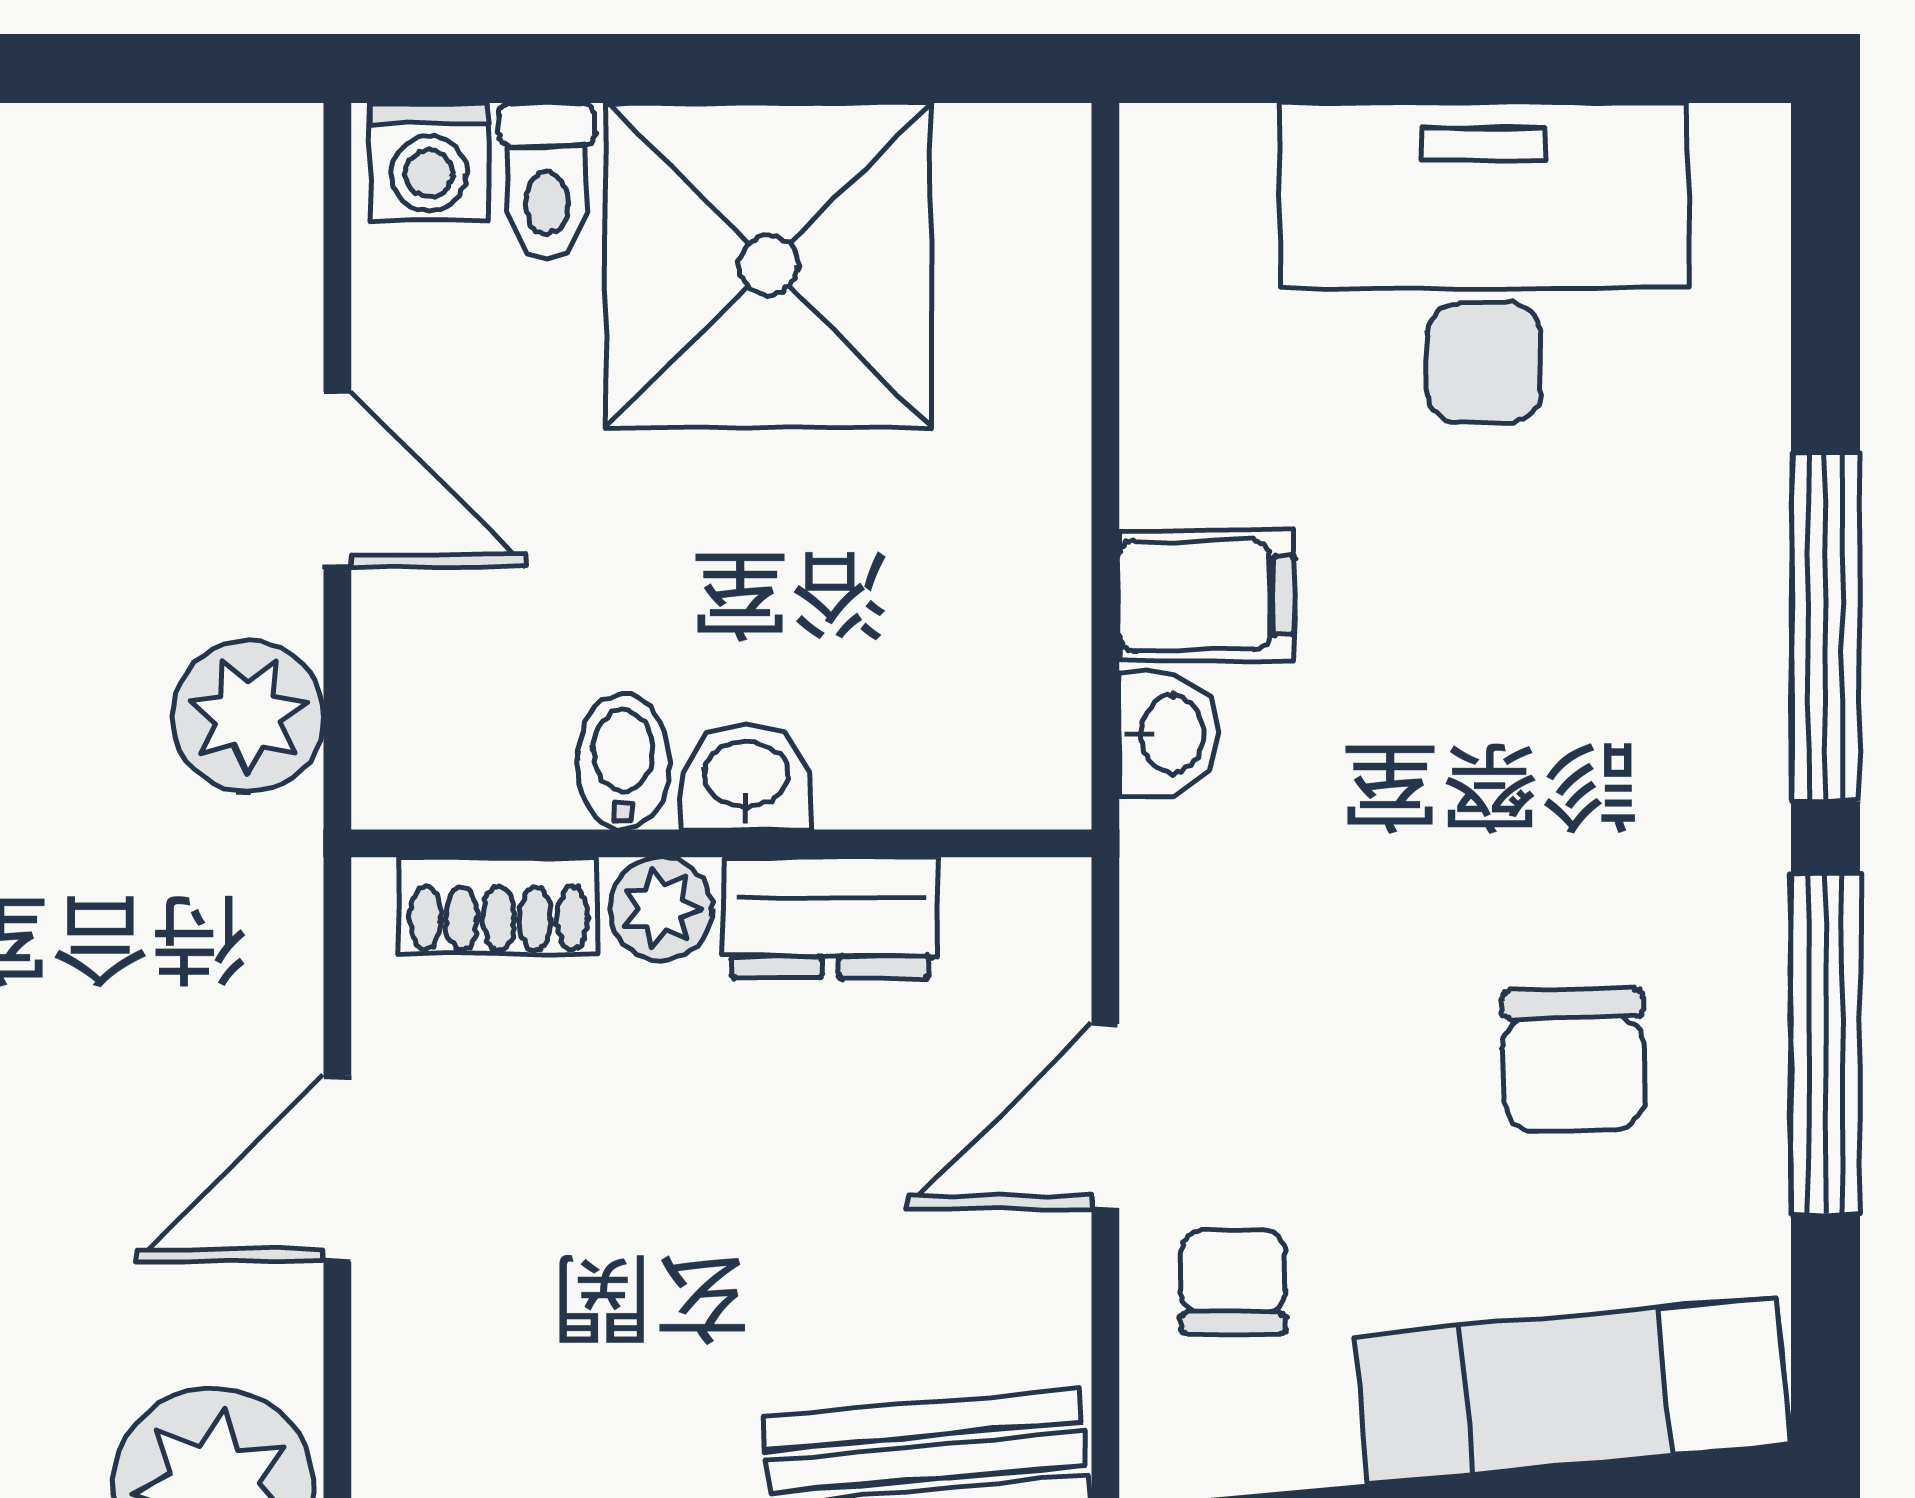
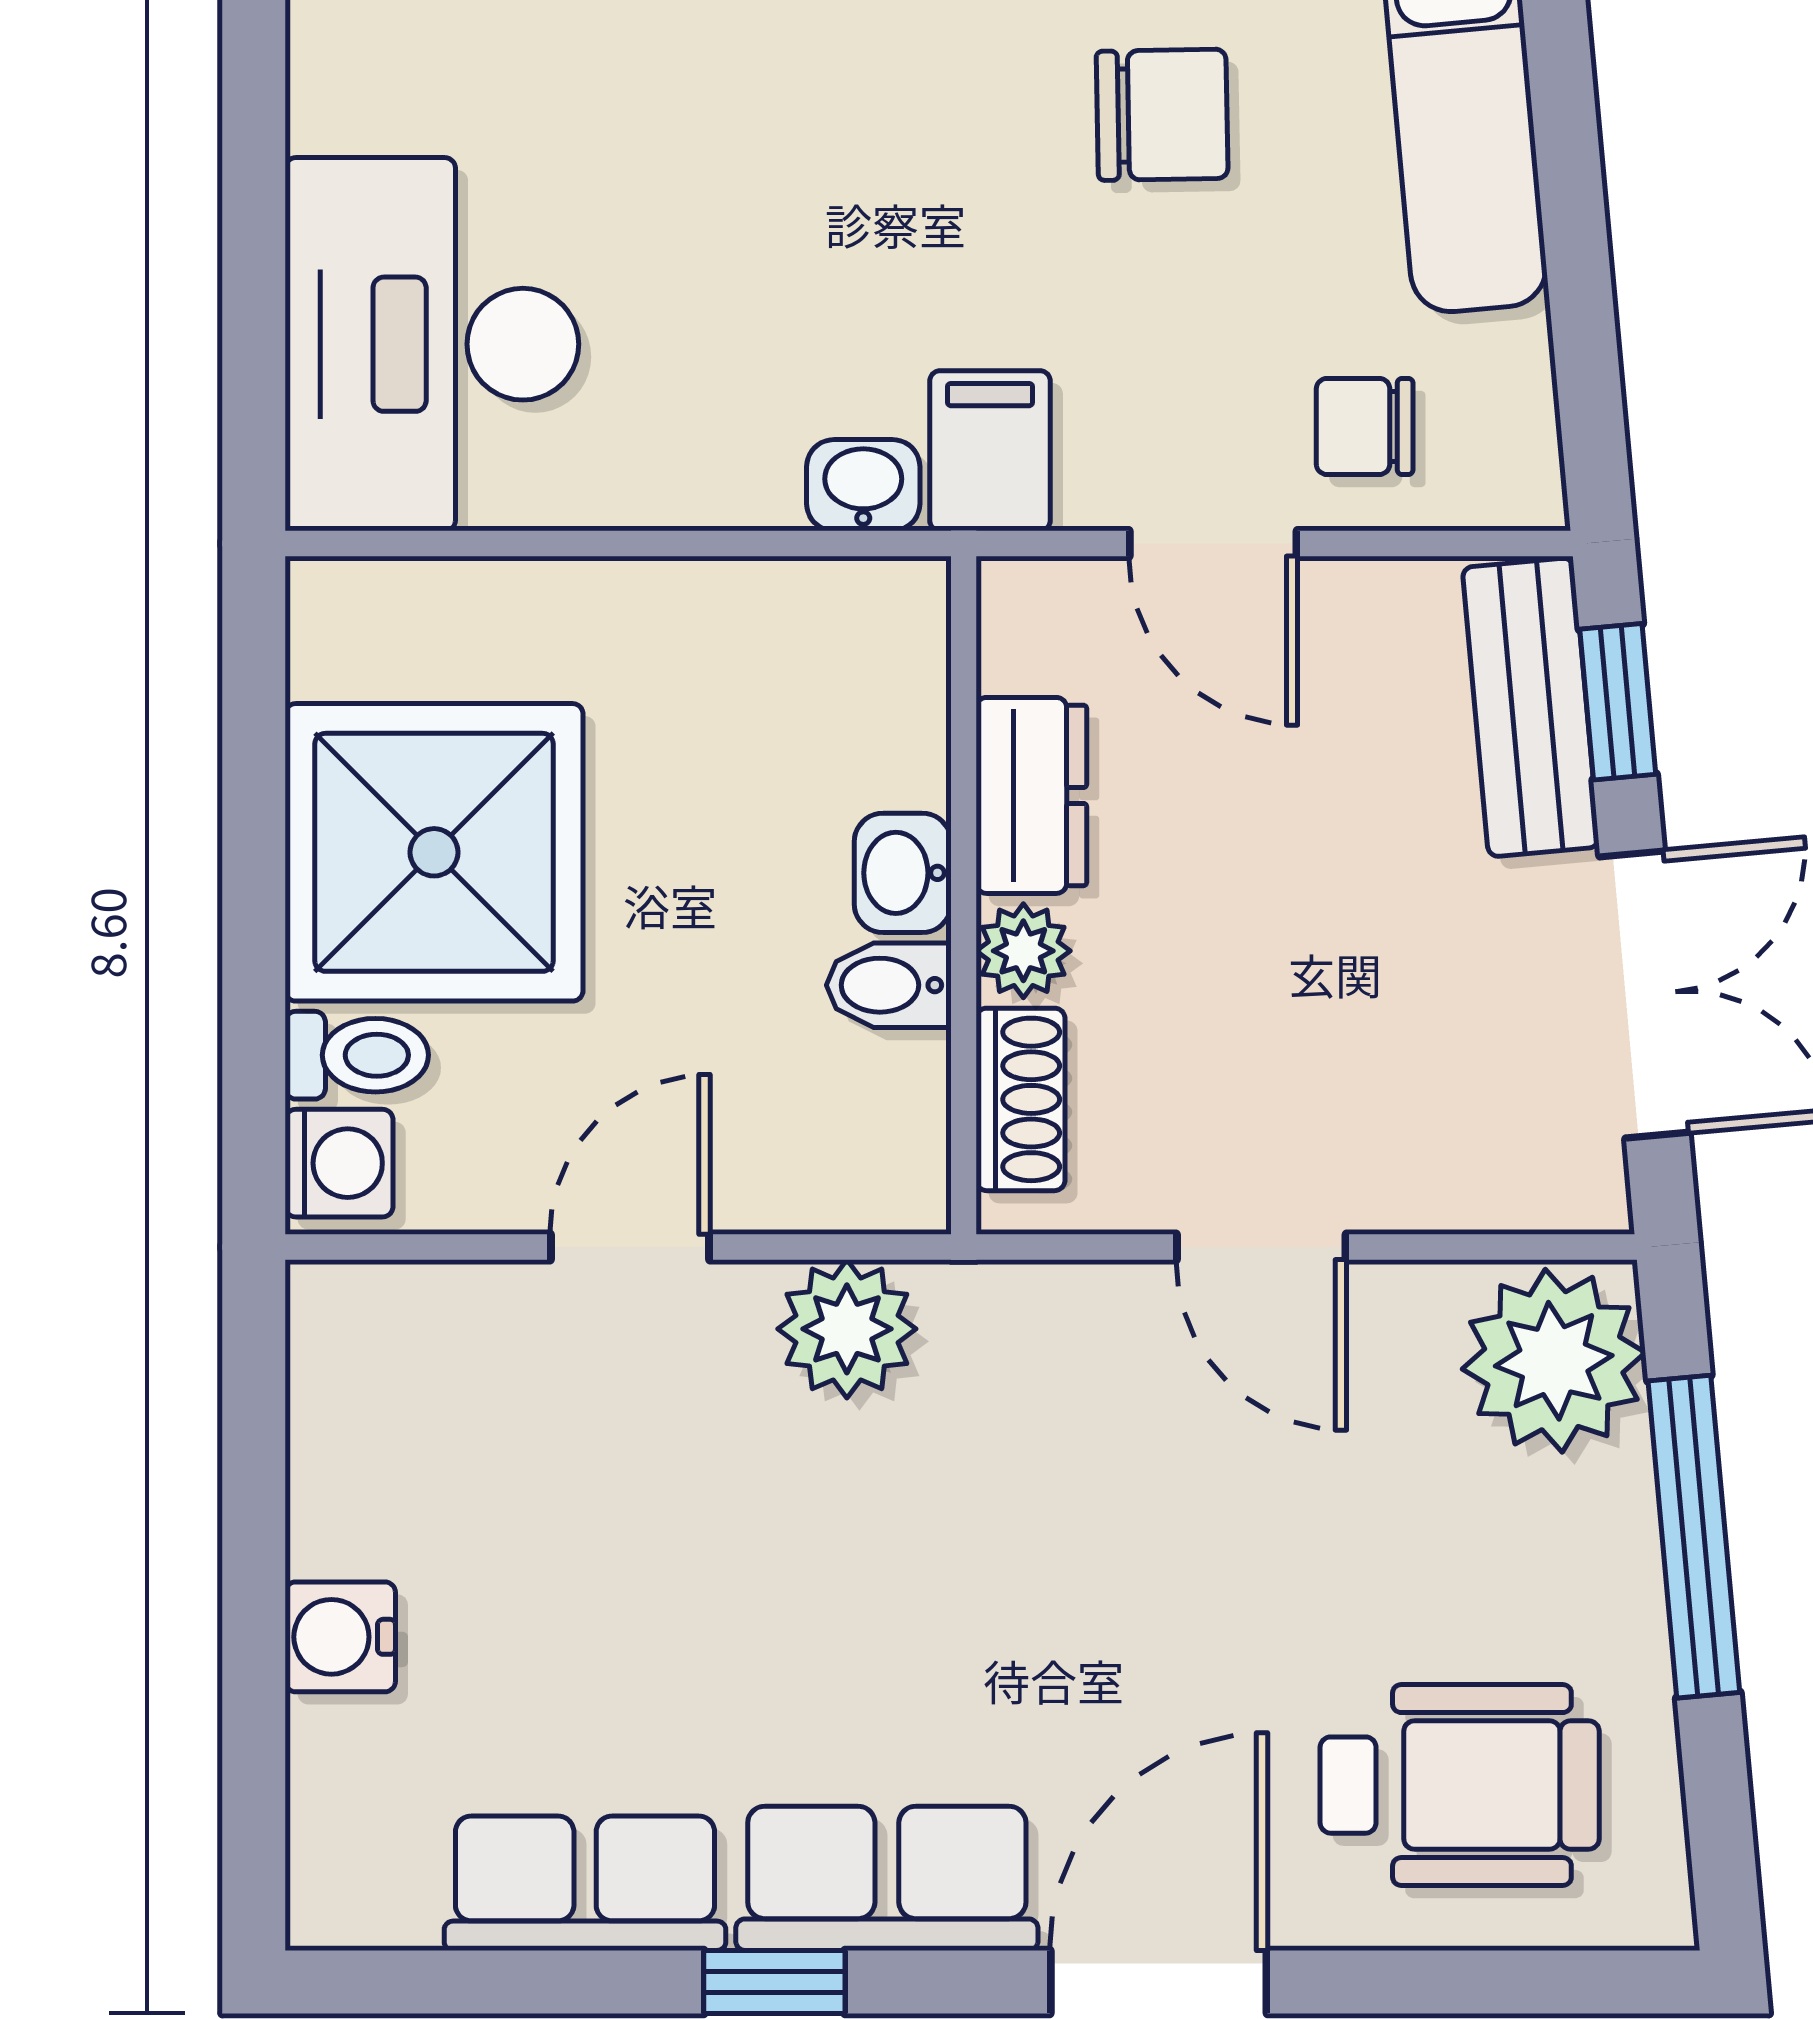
desk: (1484, 263) -> (432, 344), moved
filing cabinet: (1207, 596) -> (990, 451), moved

